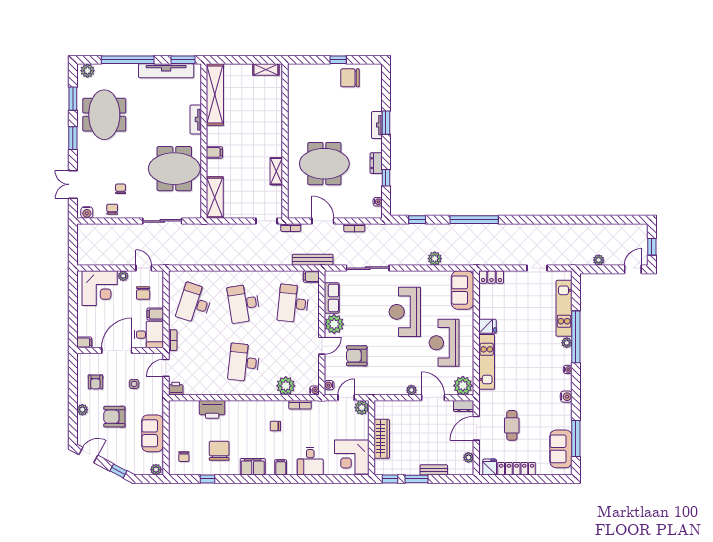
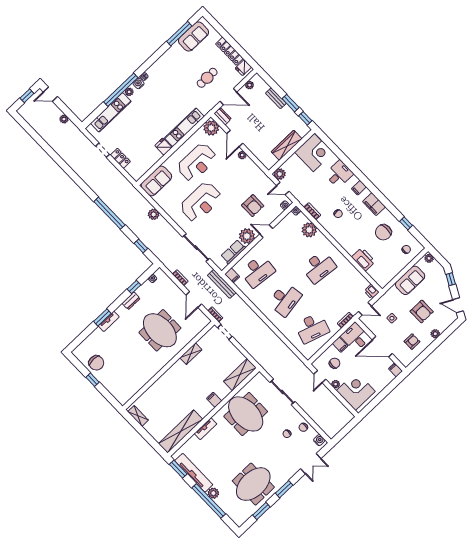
plant: (87, 71) -> (213, 493), moved
locker: (491, 277) -> (120, 158), moved
water cooler: (566, 397) -> (139, 83), moved

